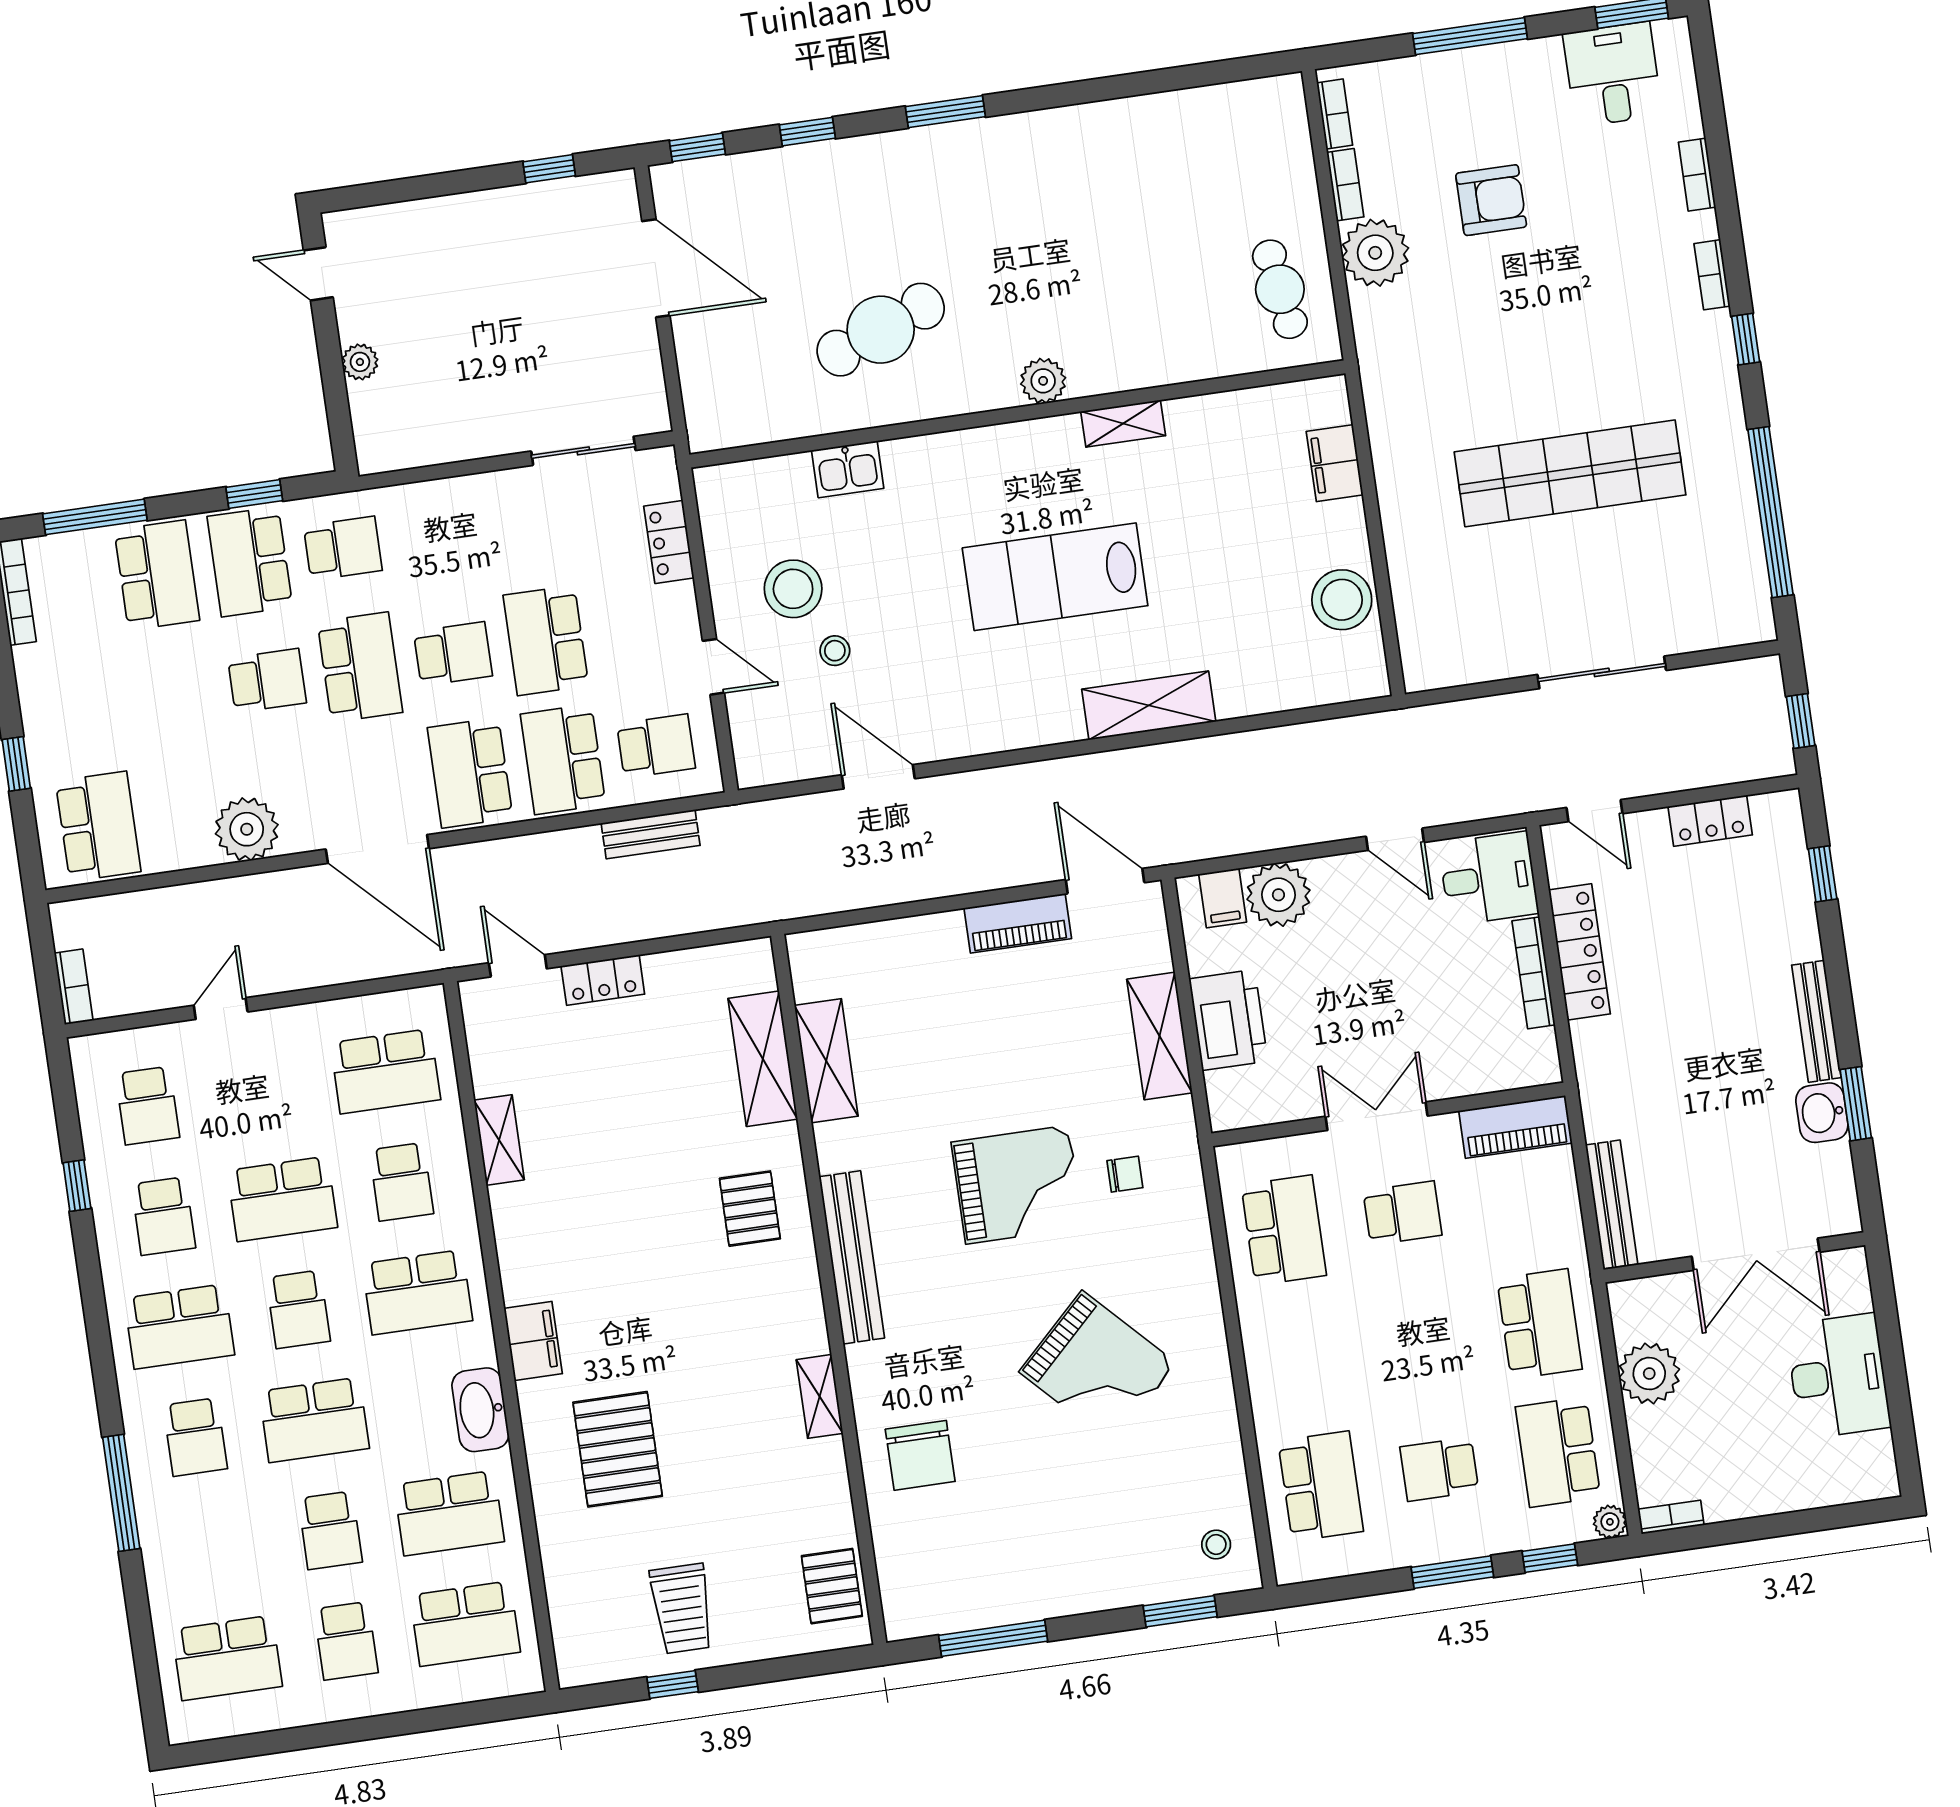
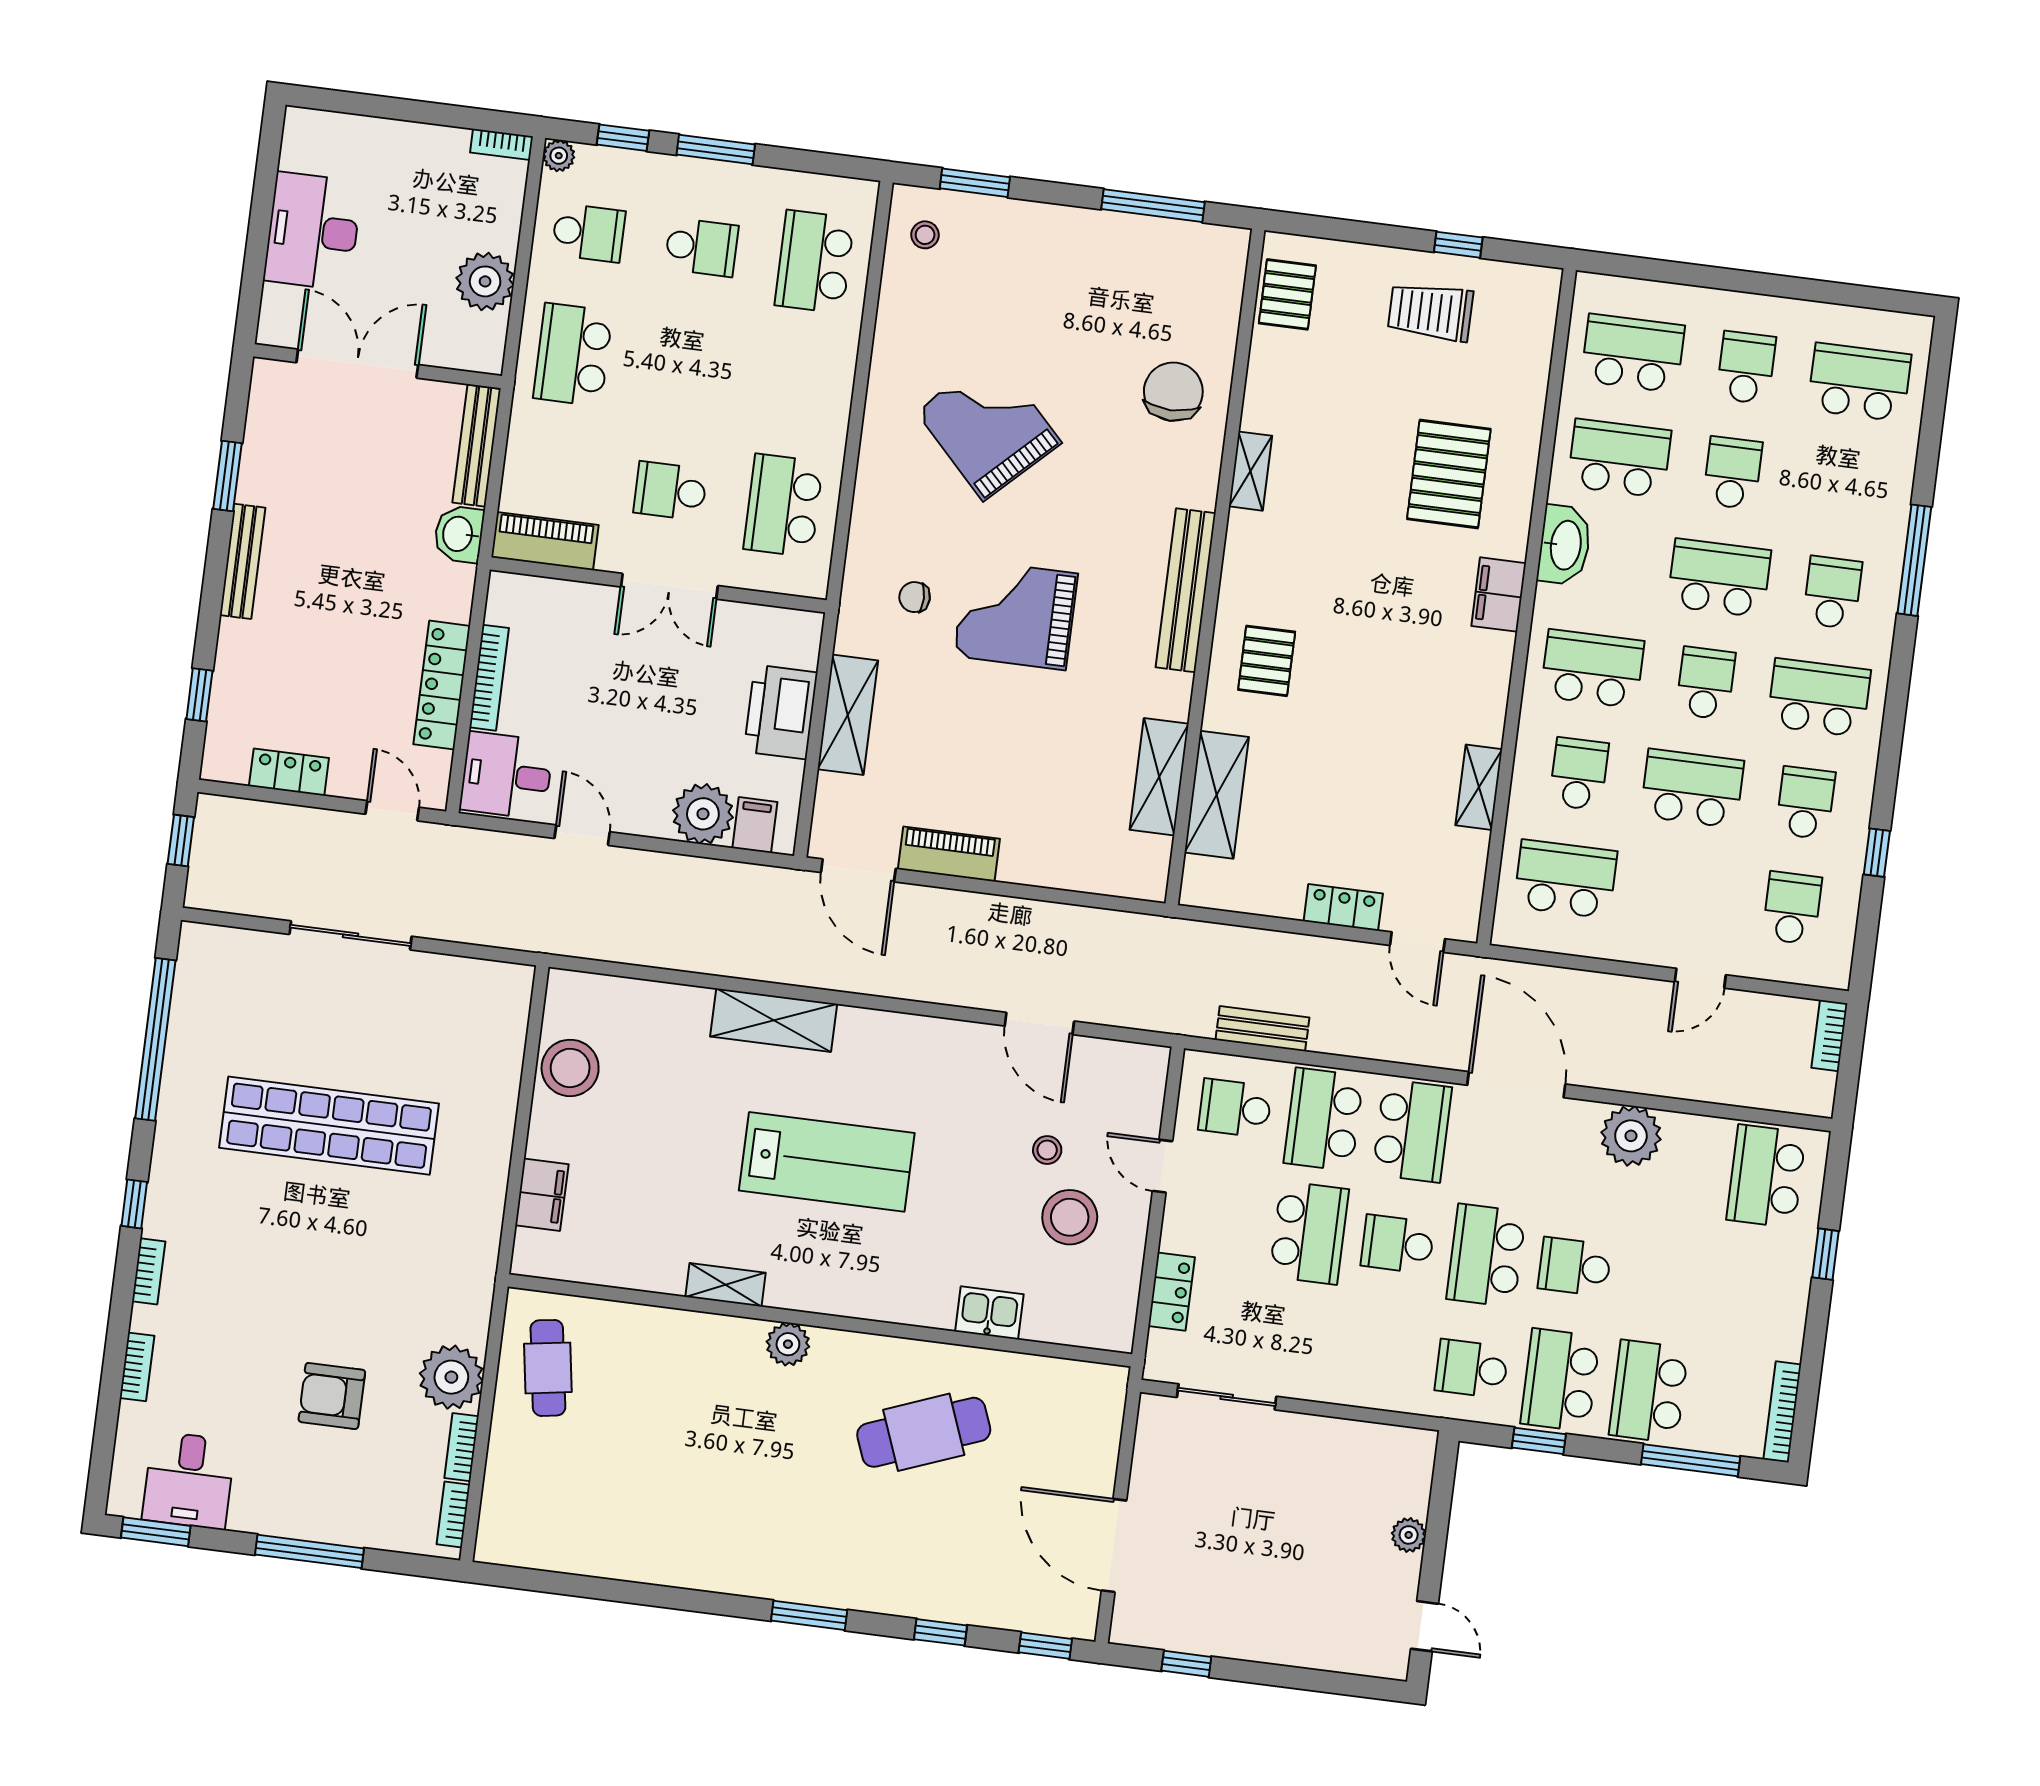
school desk: (250, 562) -> (1560, 1380), turned 180
school desk: (563, 759) -> (1324, 1119), turned 180
washbasin: (1822, 1113) -> (459, 534), moved, turned 180
school desk: (1558, 1452) -> (589, 233), width x0.54
trolley: (682, 1609) -> (1430, 312), turned -90

